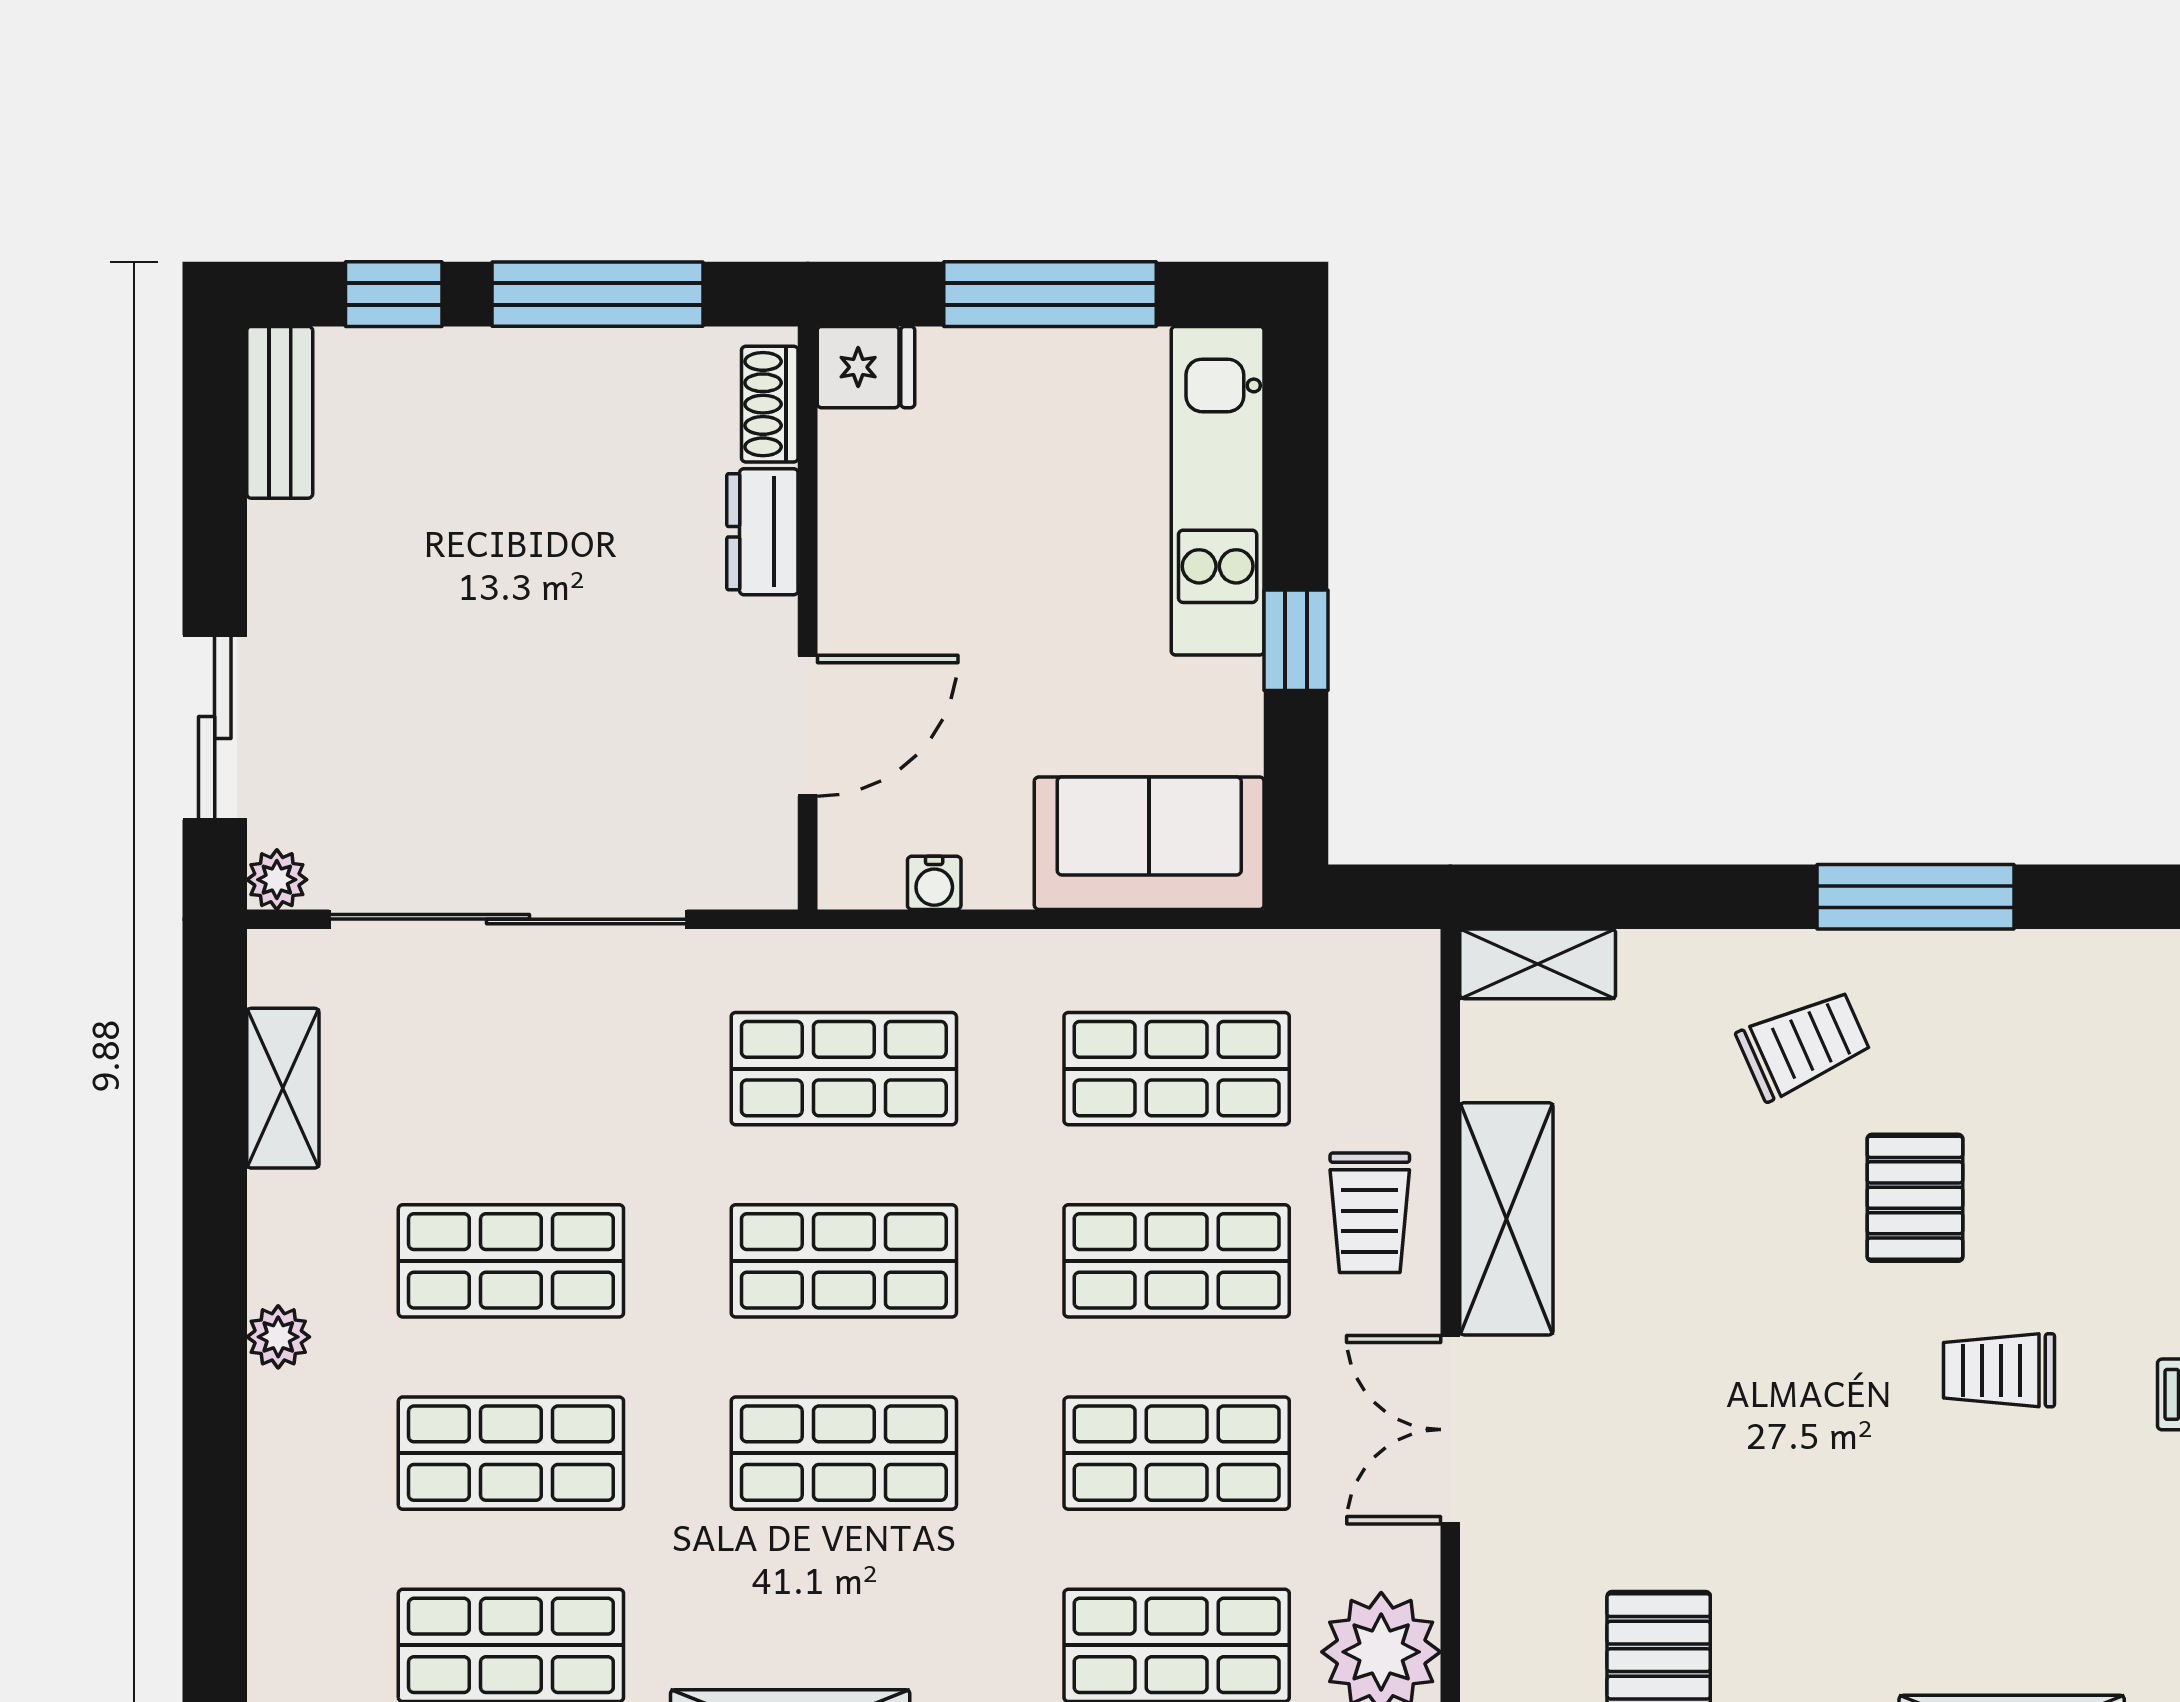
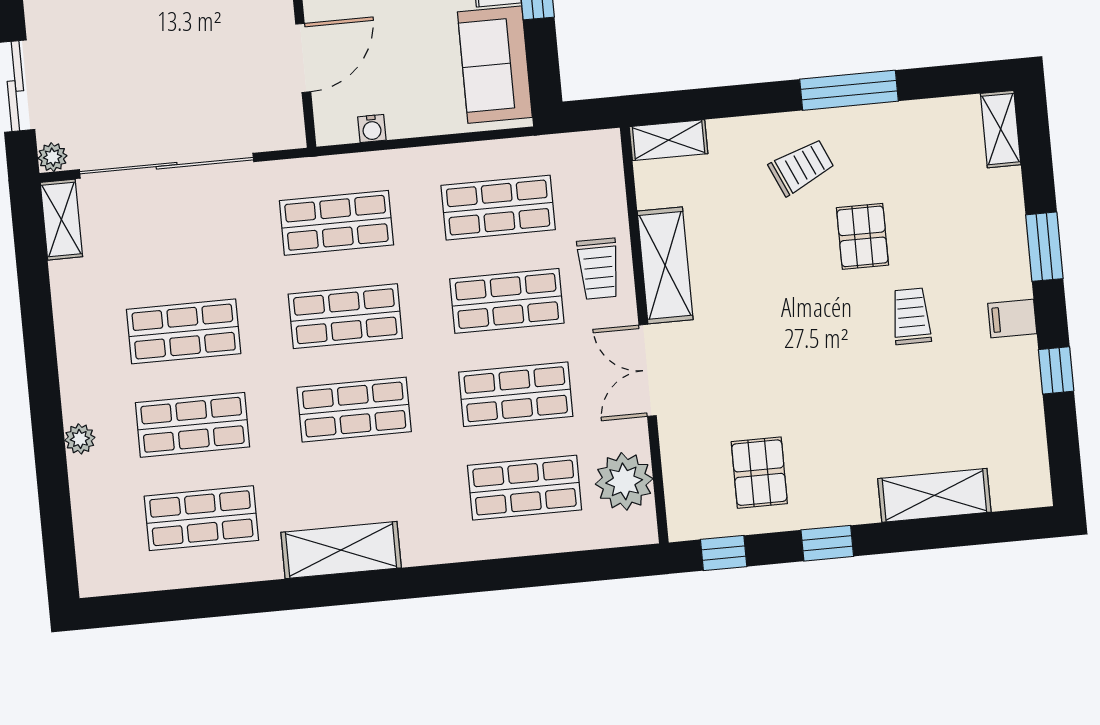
sofa: (1149, 843) -> (495, 65), moved, turned -90
shelving: (283, 1088) -> (61, 220), moved
plant: (278, 1337) -> (80, 439), moved
trolley: (1999, 1370) -> (911, 316), turned 90

